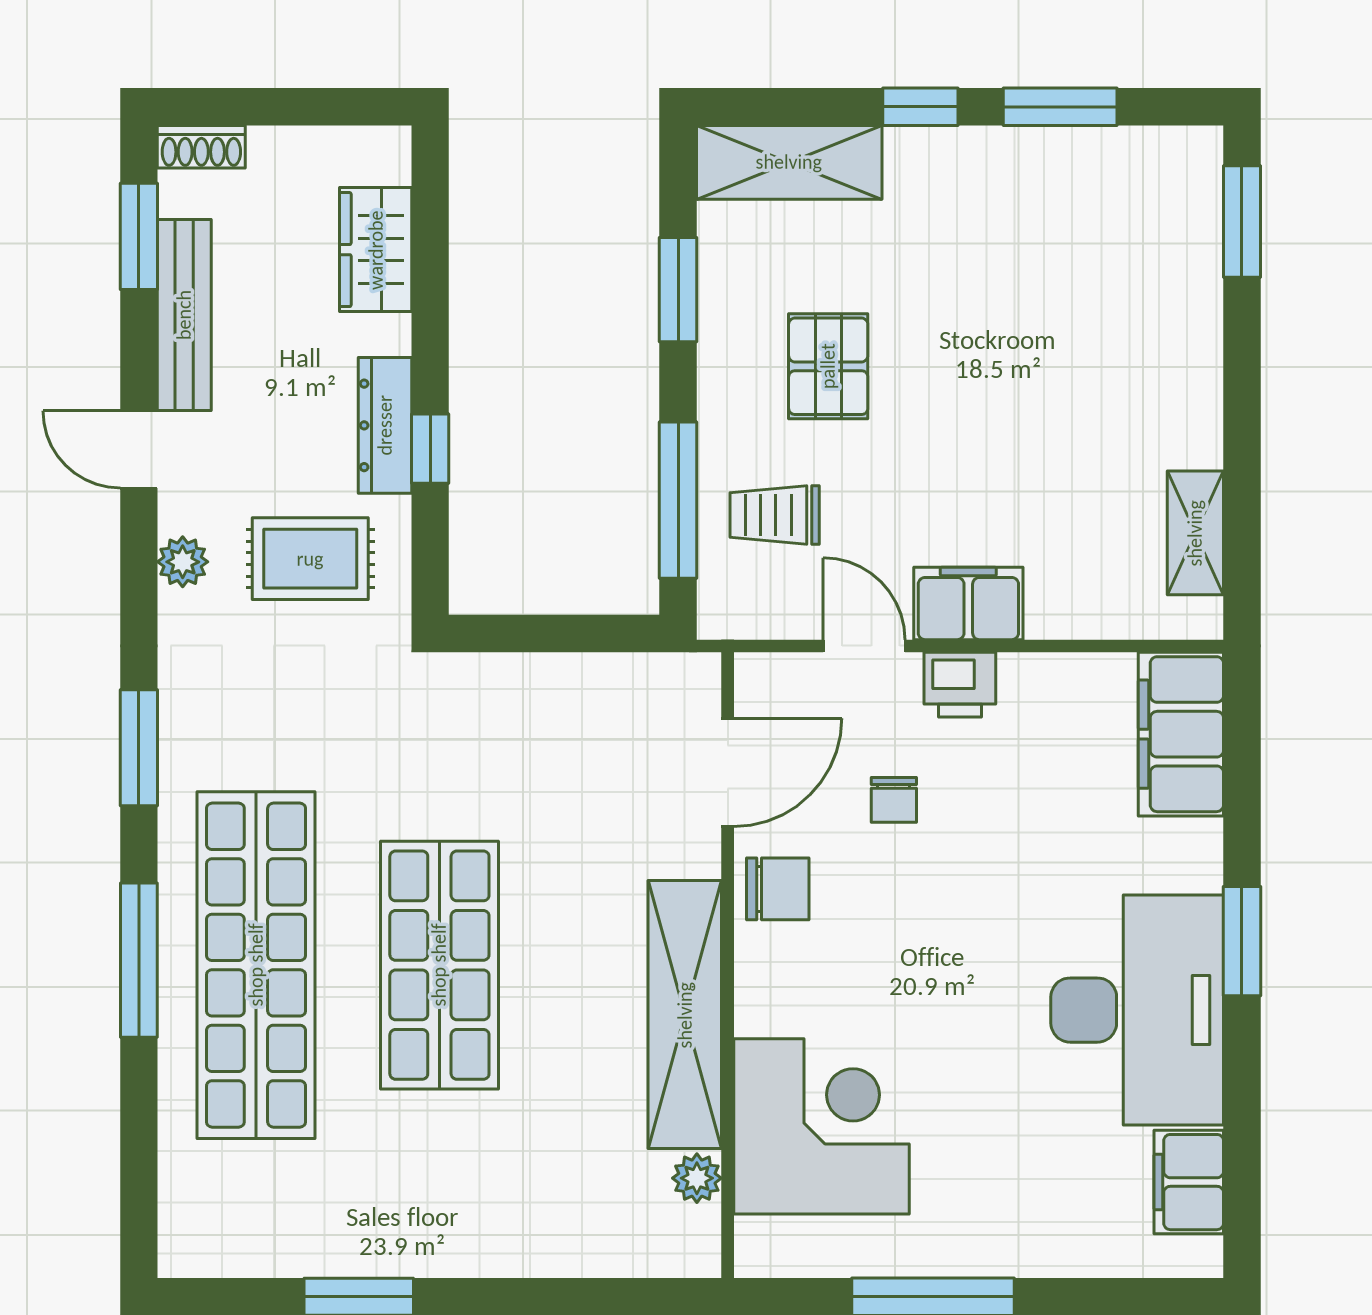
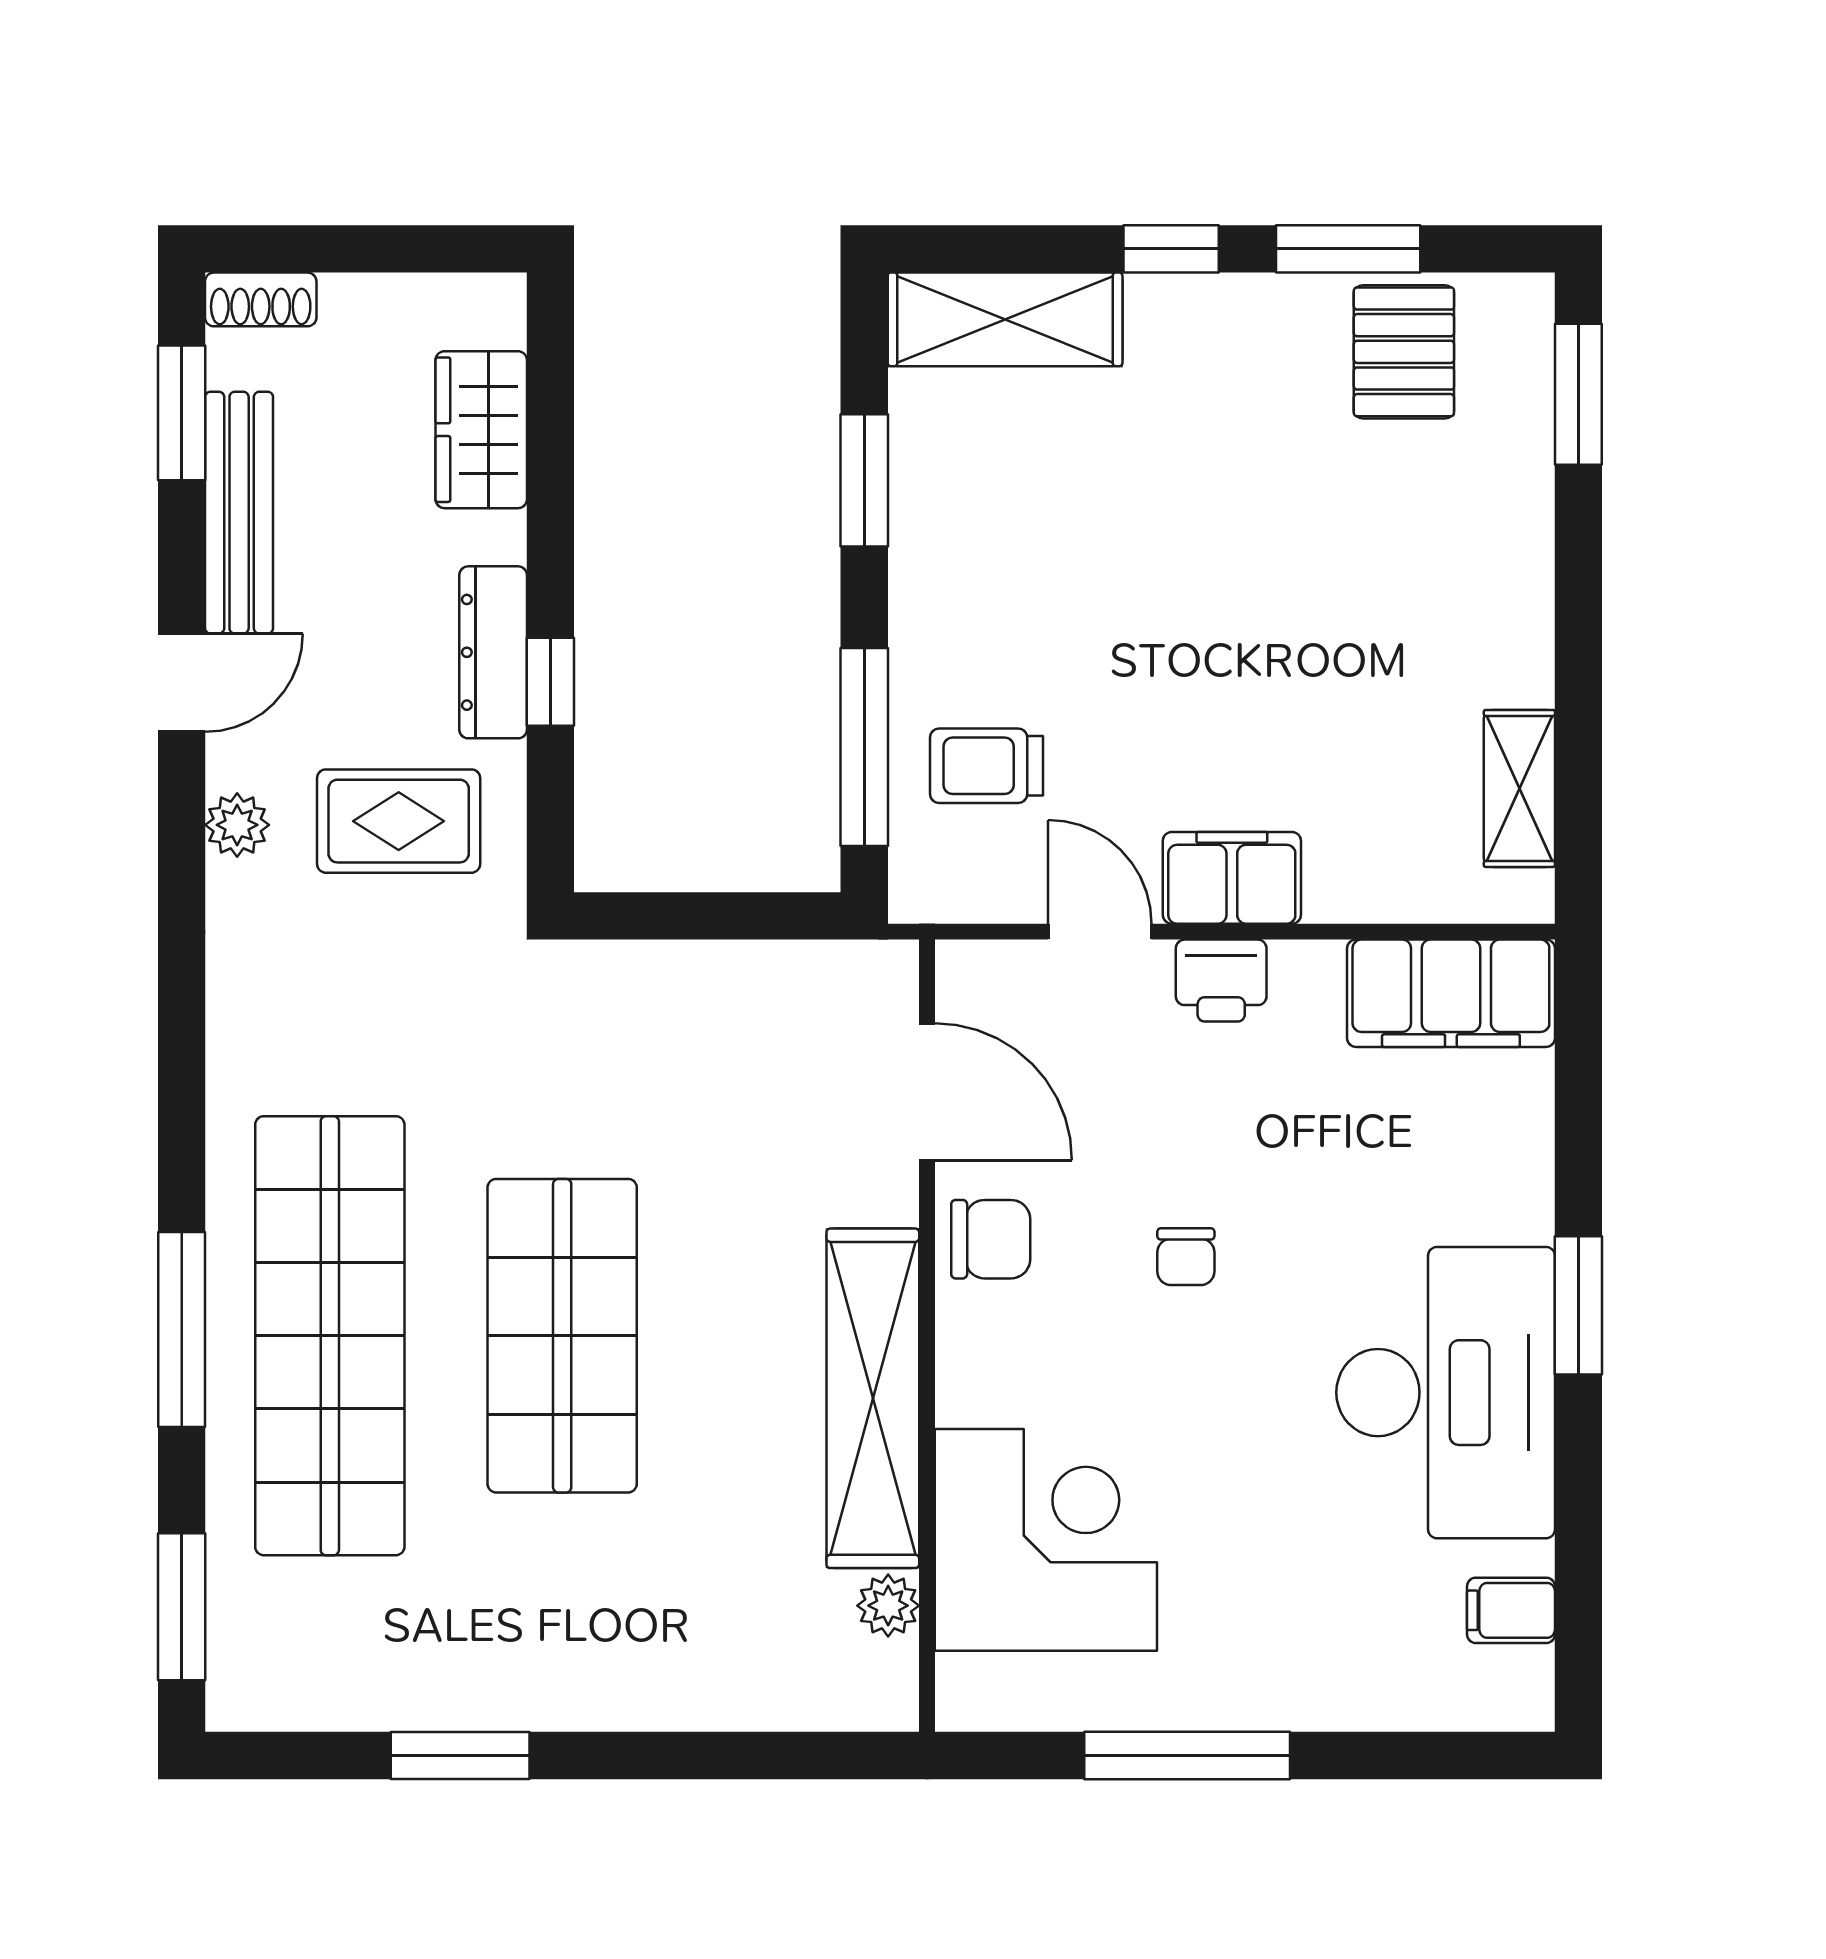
pallet: (828, 366) -> (1404, 352), moved
door: (139, 450) -> (182, 683), swing flipped
filing cabinet: (1181, 734) -> (1451, 993), moved, turned -90
window: (139, 748) -> (182, 1607), moved
door: (728, 772) -> (927, 1092), hinge flipped
chair: (894, 800) -> (1186, 1257), moved
filing cabinet: (1189, 1182) -> (1511, 1610), width x0.50

